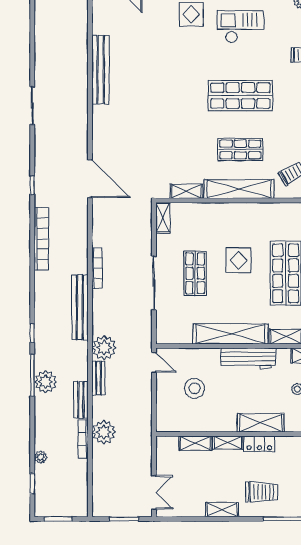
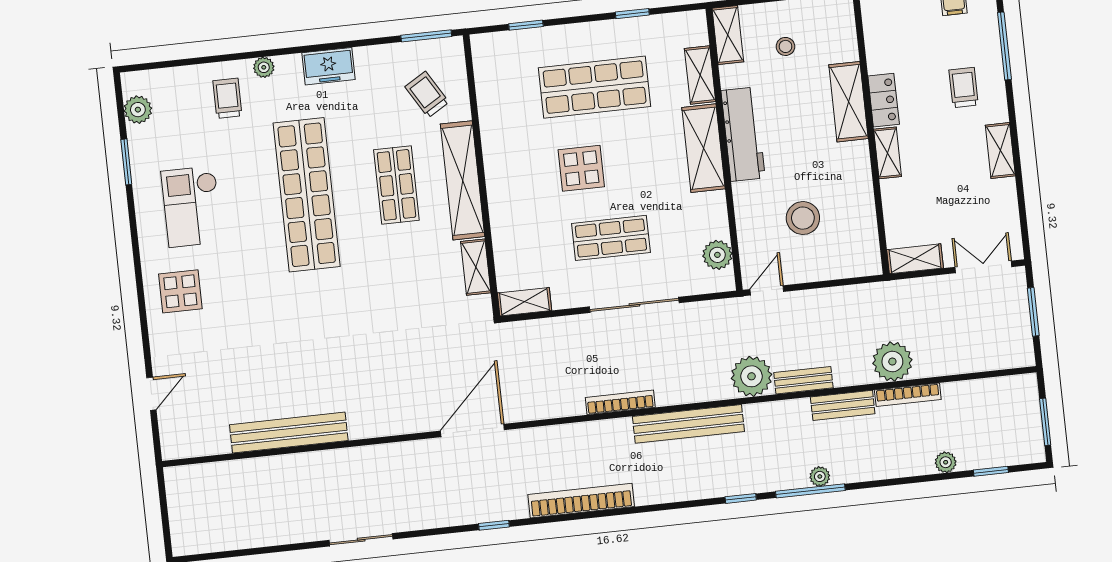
shop shelf: (240, 96) -> (307, 195), width x1.40
shelving: (230, 334) -> (703, 148), width x0.68
plant: (178, 335) -> (717, 255), added
plant: (46, 382) -> (820, 476), width x0.53, depth x0.53
shelving: (195, 443) -> (915, 259), moved, turned 90
trolley: (262, 492) -> (964, 88), width x0.73, depth x0.72

